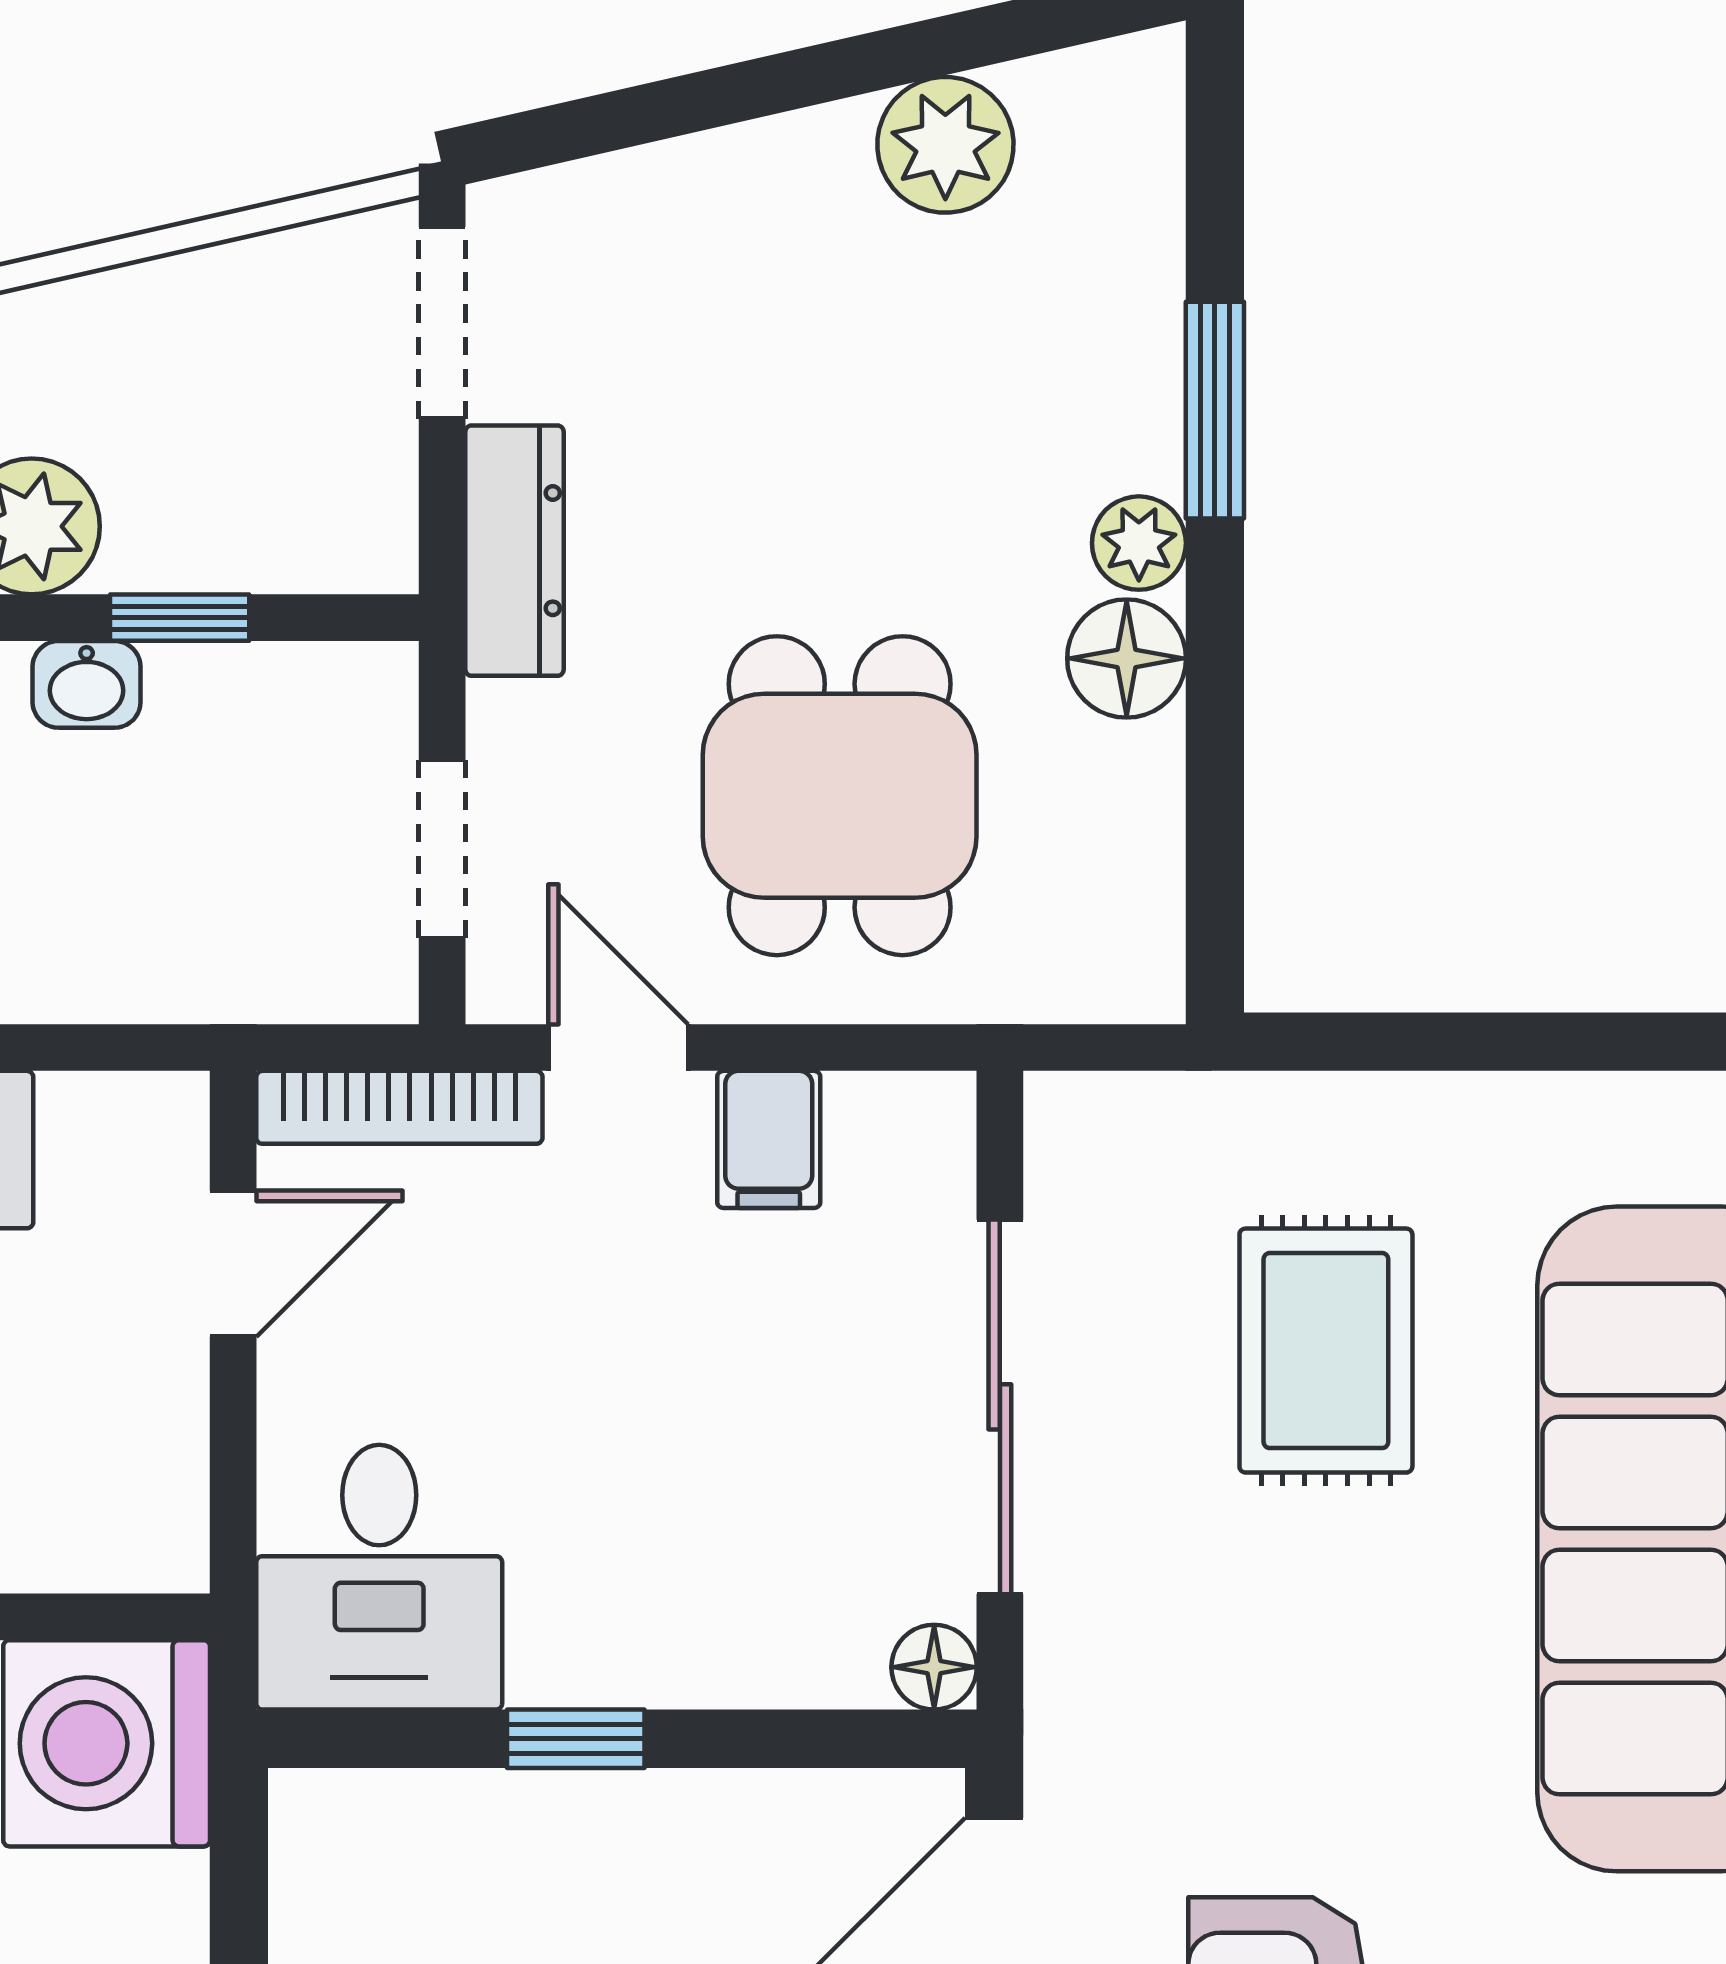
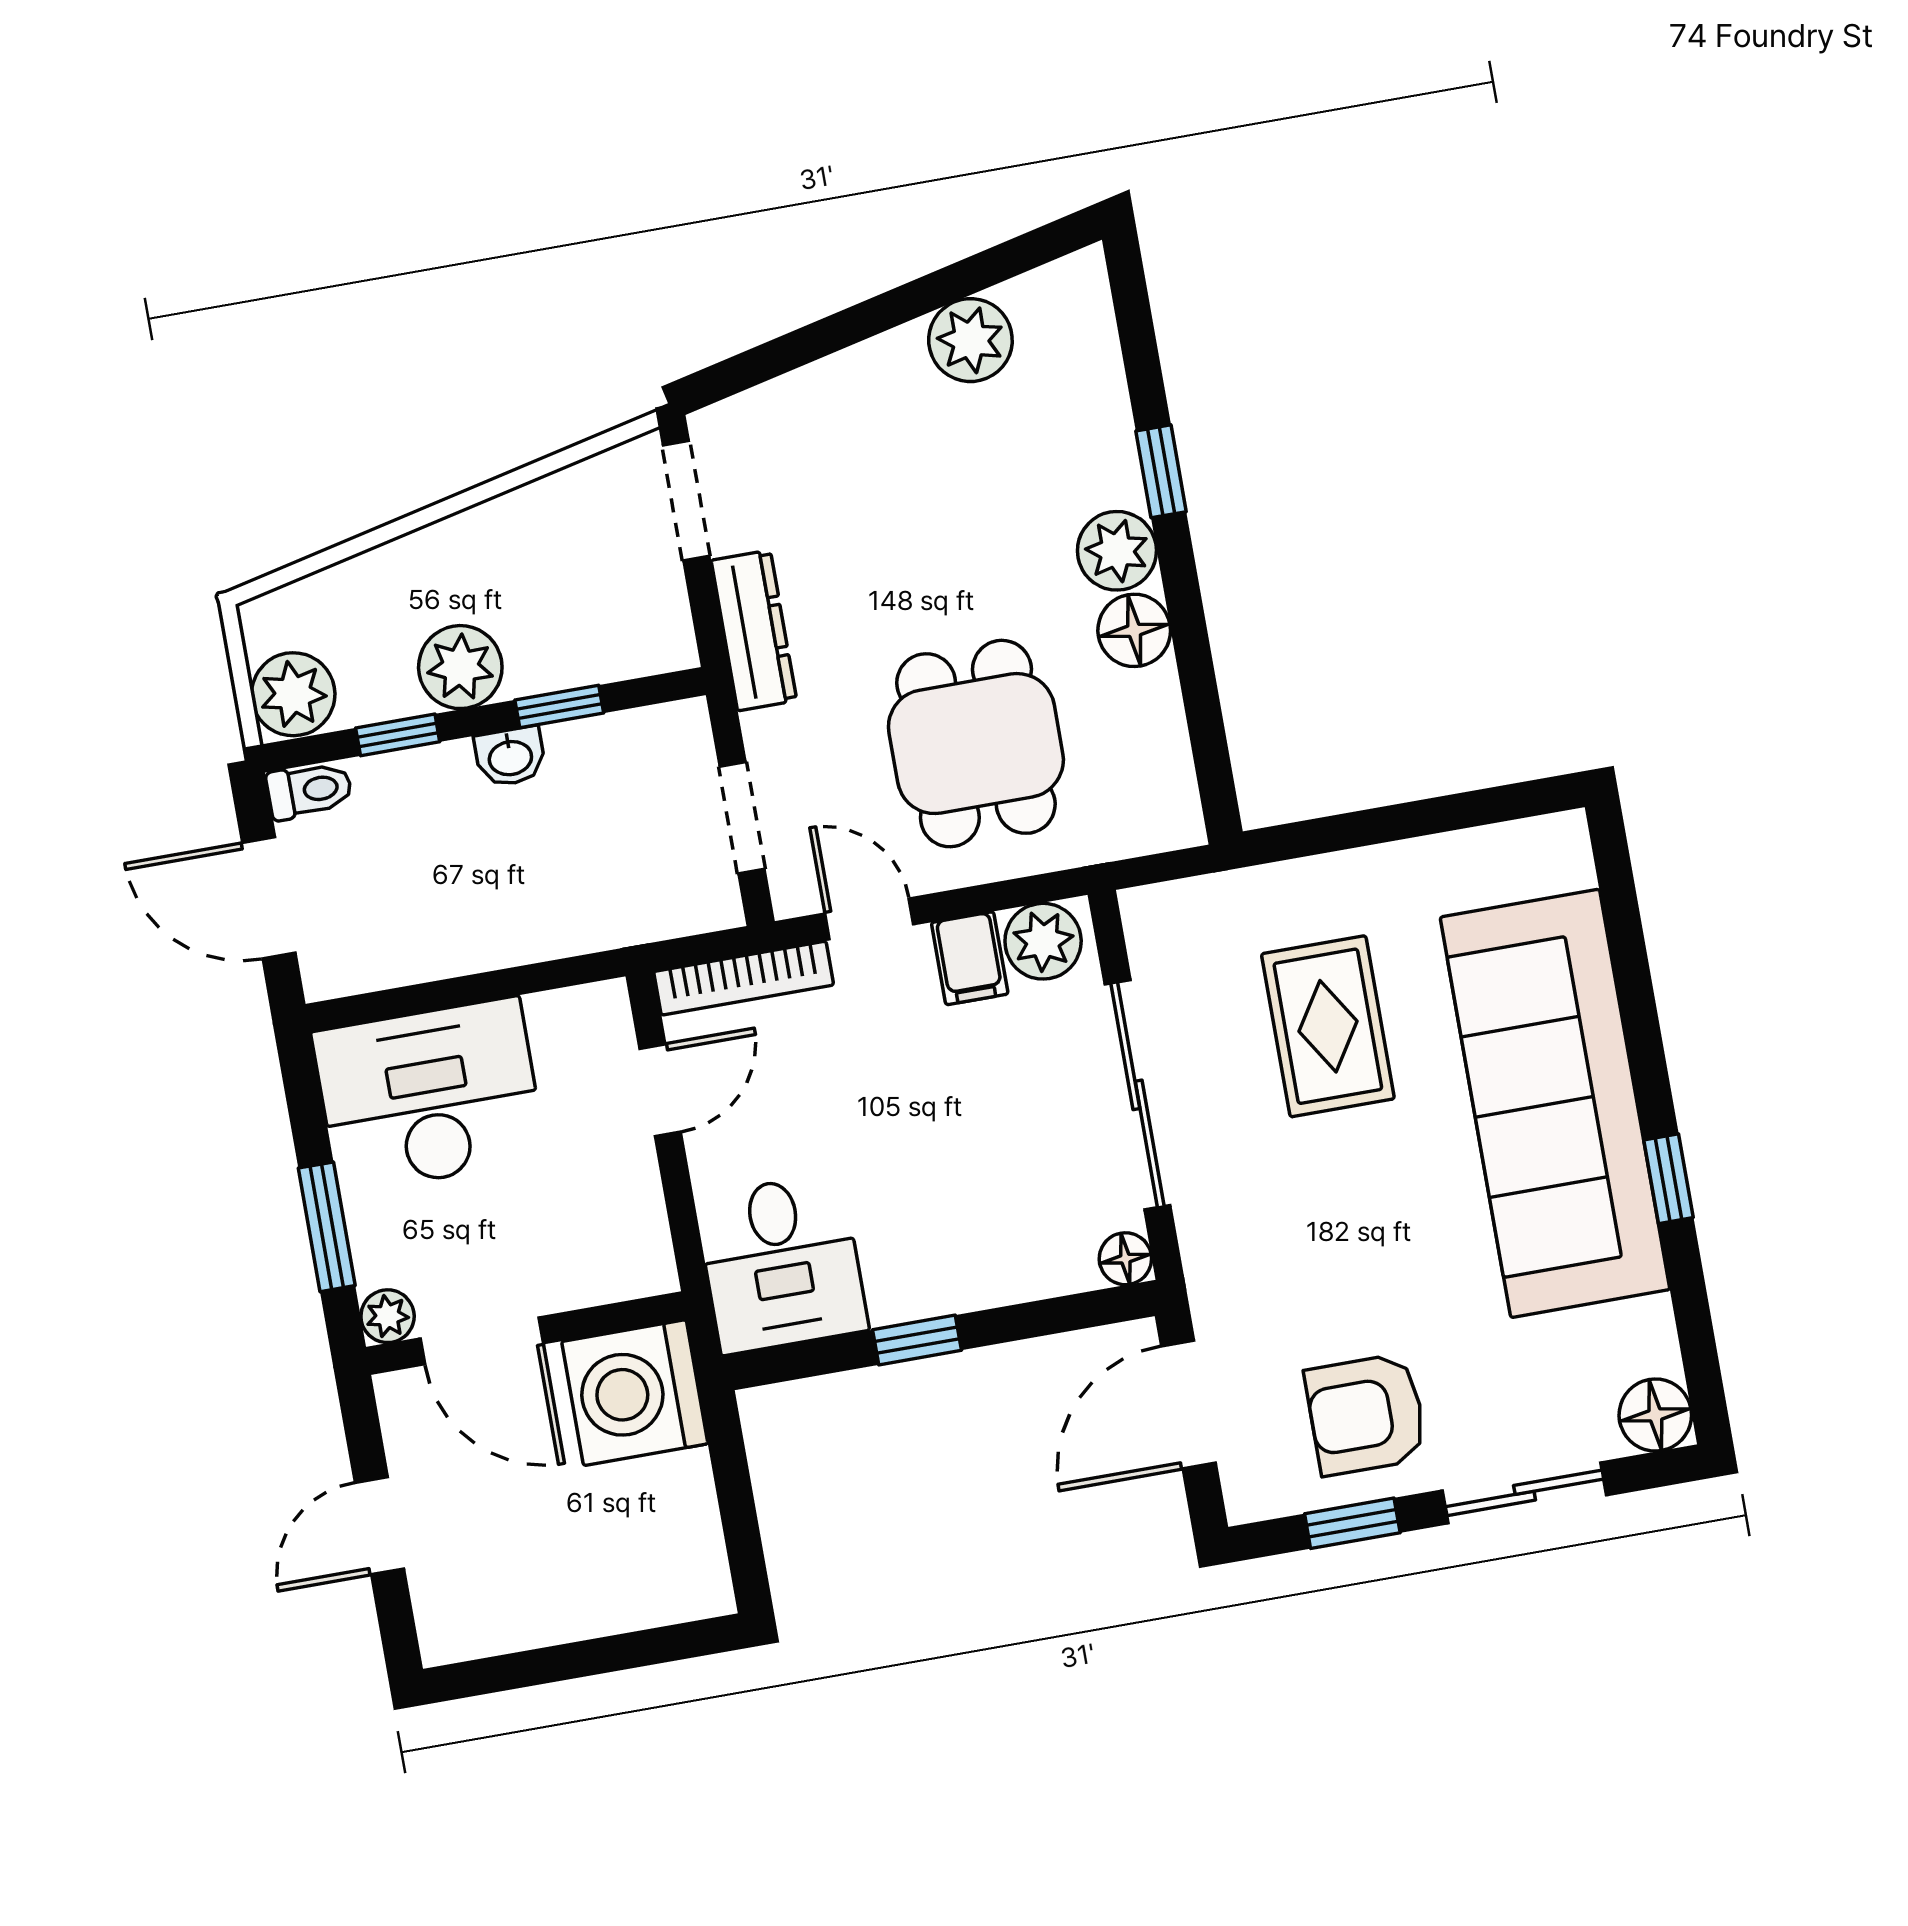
window: (1215, 410) -> (1161, 471), width x0.67
plant: (1139, 543) -> (1117, 551), width x1.38, depth x1.38
plant: (892, 1133) -> (1043, 941), added

